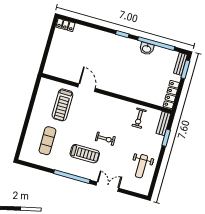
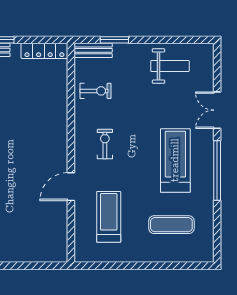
treadmill: (62, 105) -> (109, 217), turned -90
exercise bike: (105, 139) -> (105, 144), moved
treadmill: (85, 154) -> (175, 160), width x1.37, depth x1.38

